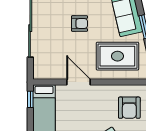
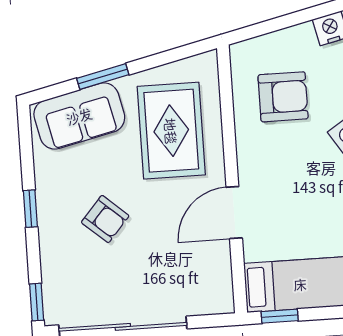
armchair: (80, 23) -> (105, 219), turned 131

